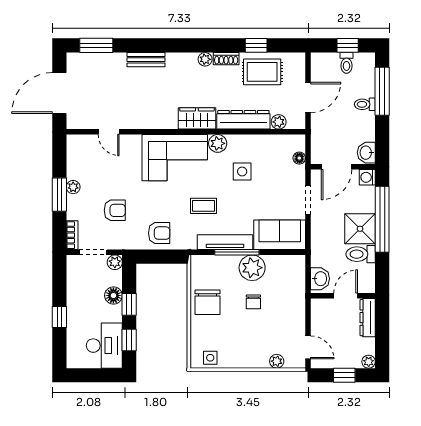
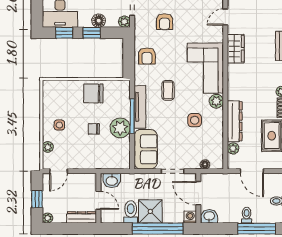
wardrobe: (197, 118) -> (236, 49), moved
side table: (210, 358) -> (59, 125), moved

